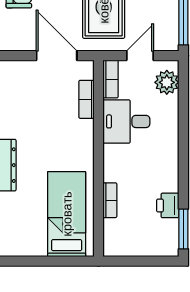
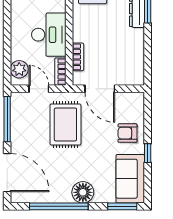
door: (140, 56) -> (39, 89), swing flipped
desk: (126, 121) -> (49, 35), width x1.37

